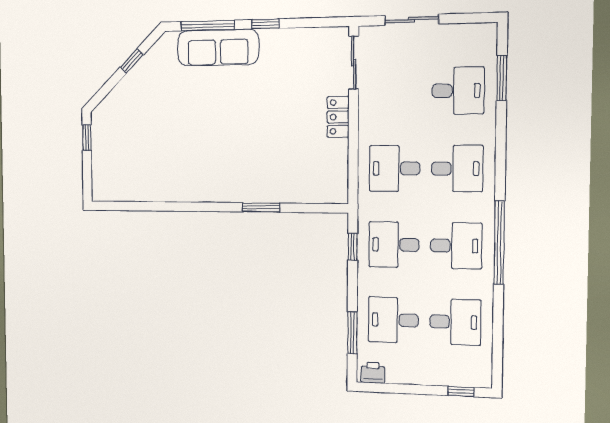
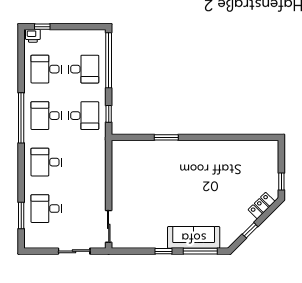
locker: (338, 117) -> (262, 206), moved, turned -135
desk: (395, 168) -> (83, 162), removed
window: (352, 333) -> (109, 60), width x2.11
printer: (373, 373) -> (33, 36), moved

